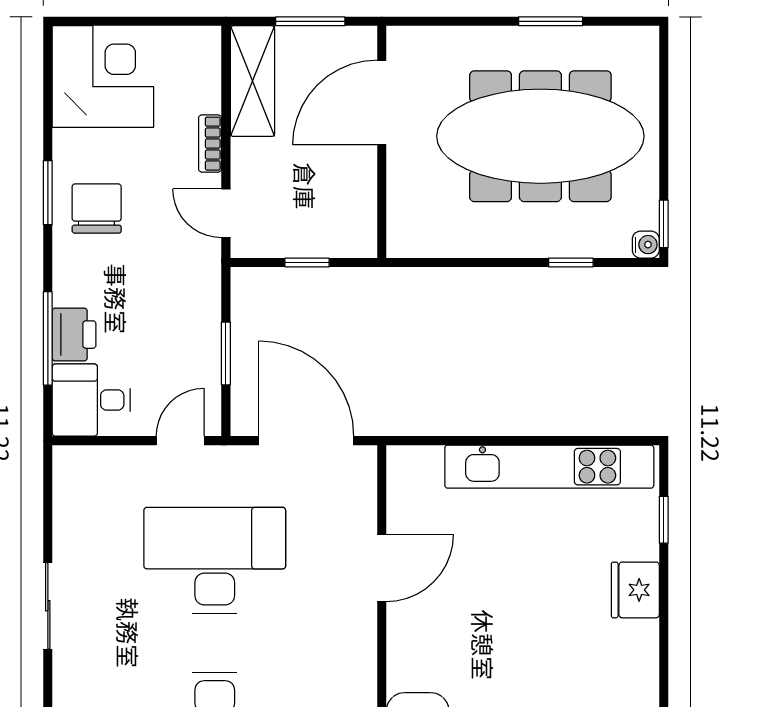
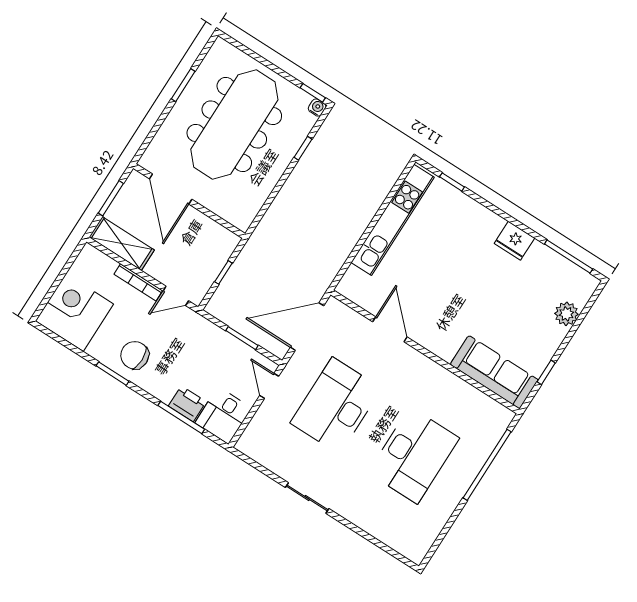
bookcase: (210, 144) -> (138, 282), width x1.56
fridge: (635, 590) -> (514, 241), moved

